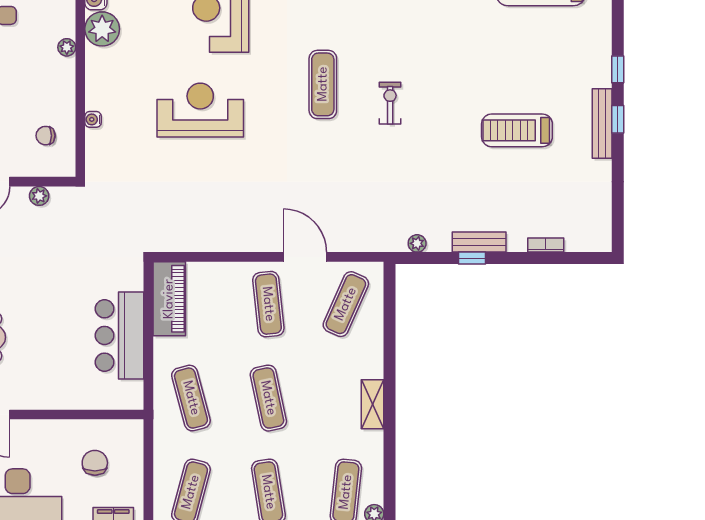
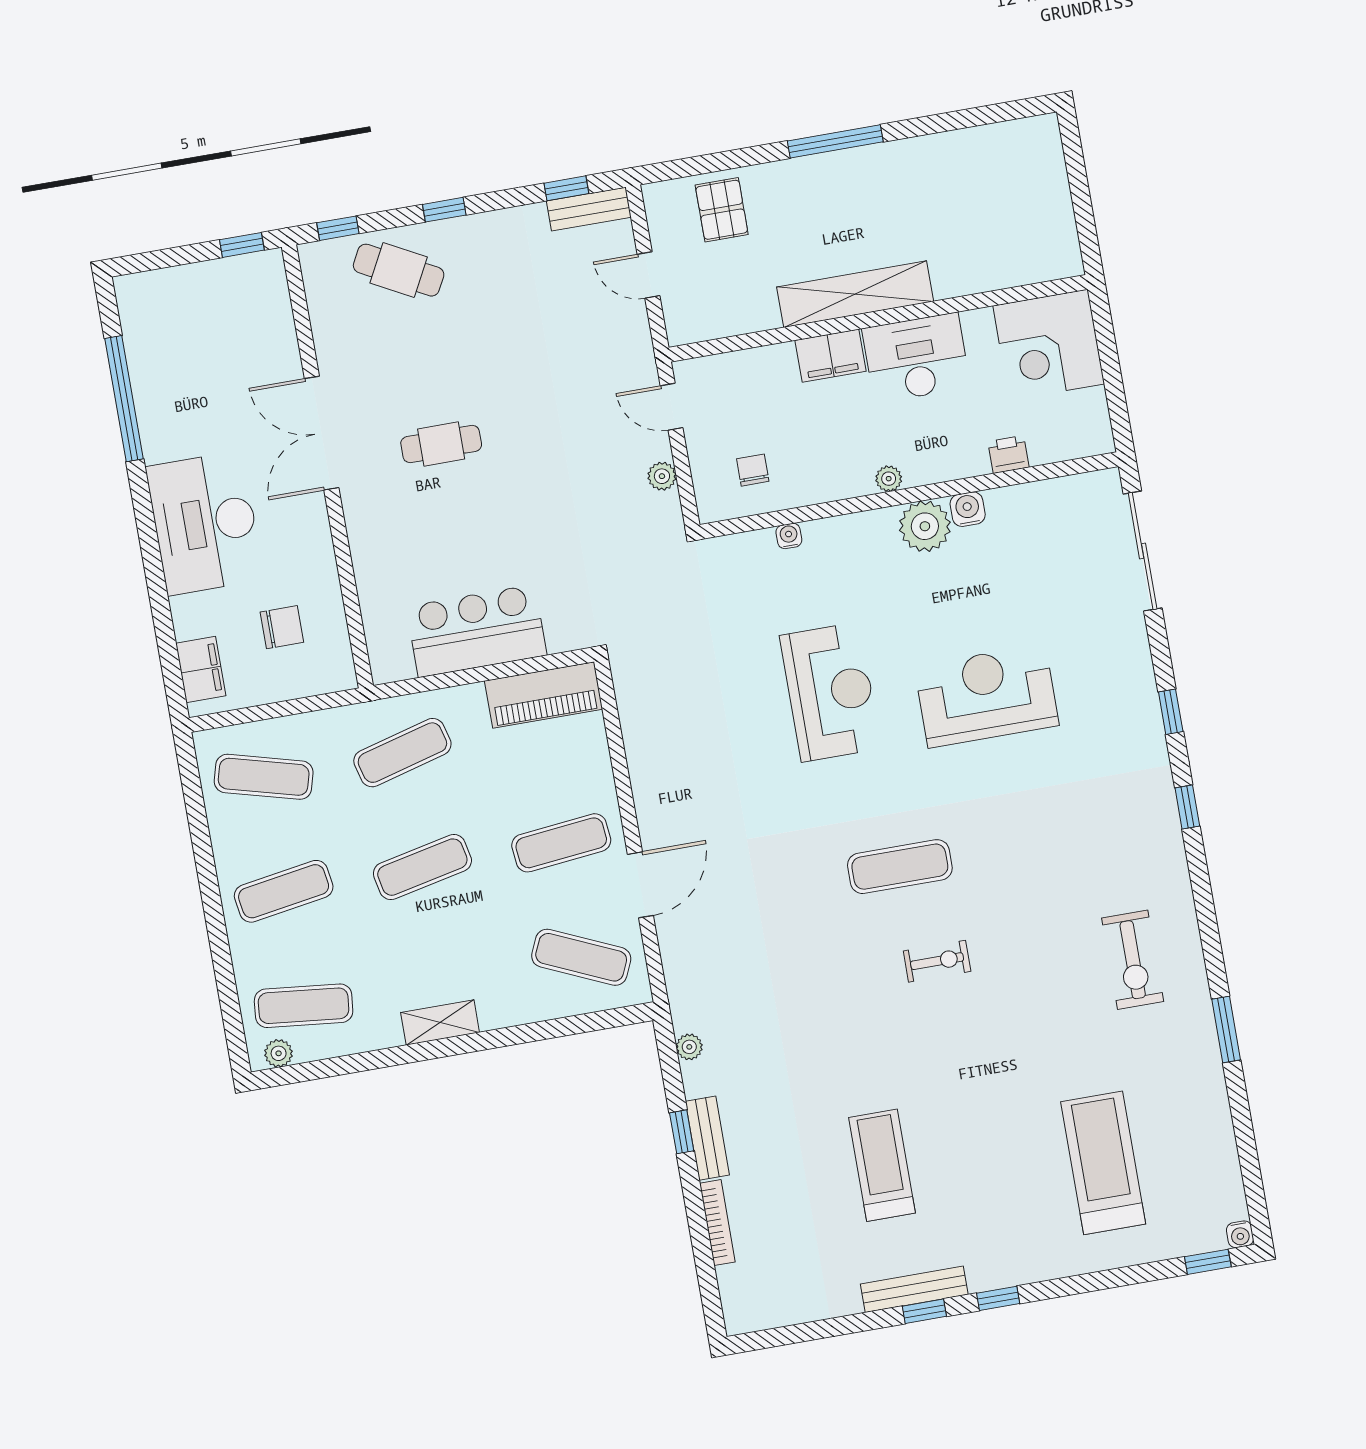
exercise bike: (390, 103) -> (937, 961), moved
bookcase: (546, 245) -> (717, 1223), width x1.56

